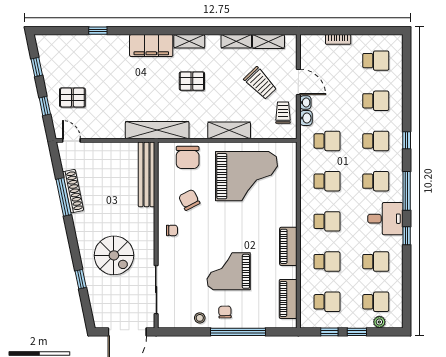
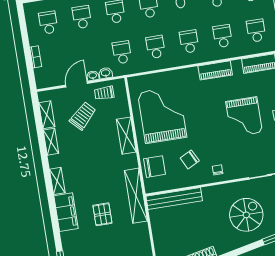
pallet: (192, 81) -> (102, 214), moved

